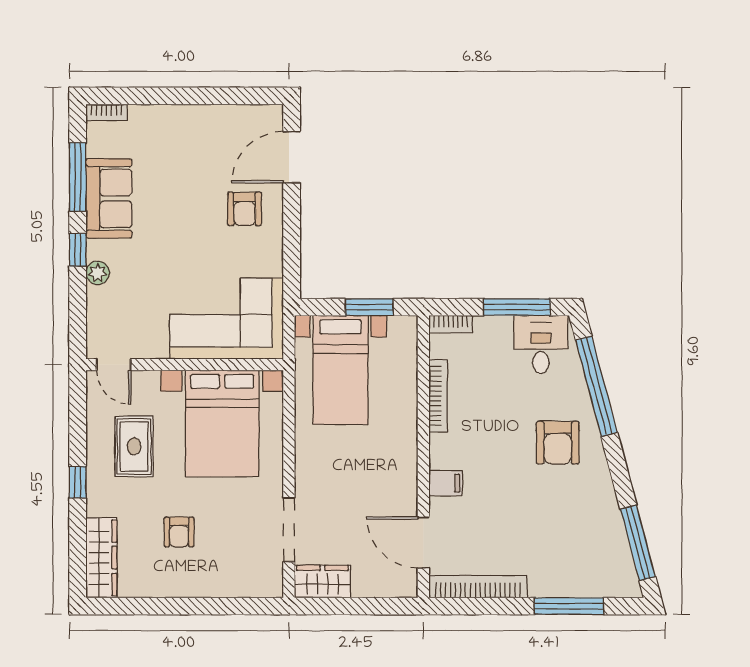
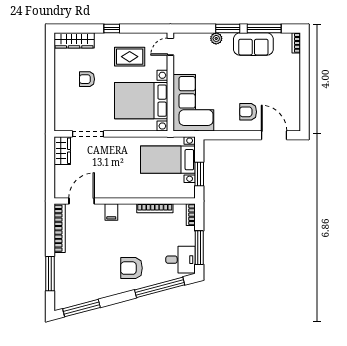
window: (78, 250) -> (228, 29), width x1.50

